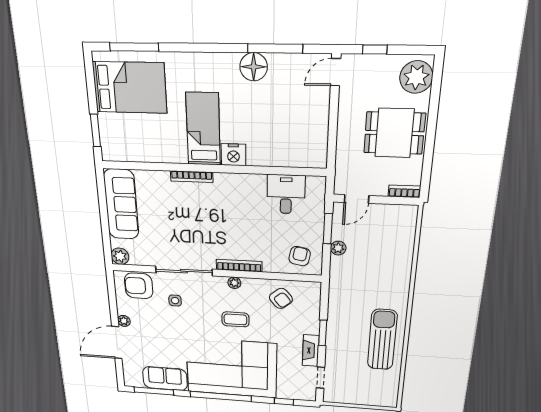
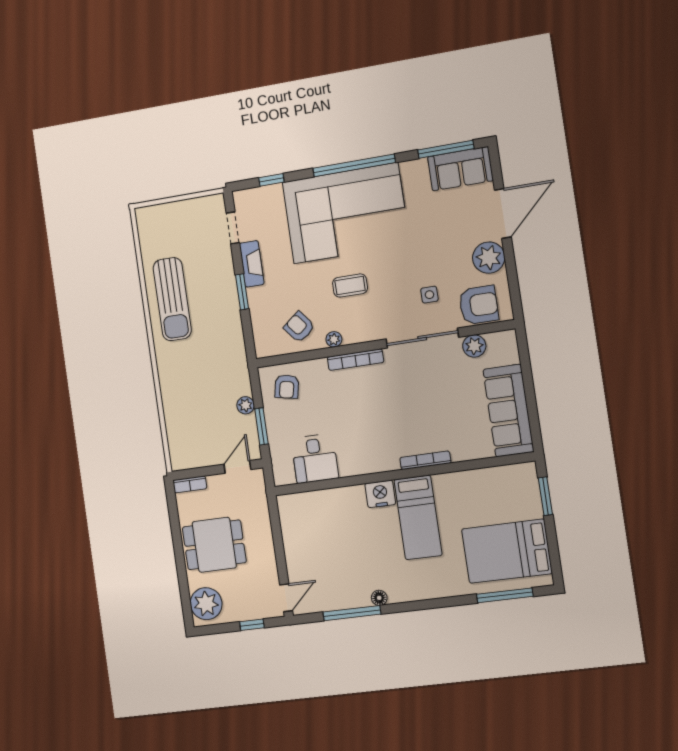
floor lamp: (254, 67) -> (379, 598), width x0.53, depth x0.53
plant: (120, 256) -> (474, 346), moved
plant: (234, 283) -> (334, 339), moved
plant: (124, 321) -> (489, 258), width x1.88, depth x1.88
sofa: (165, 379) -> (460, 169), moved

